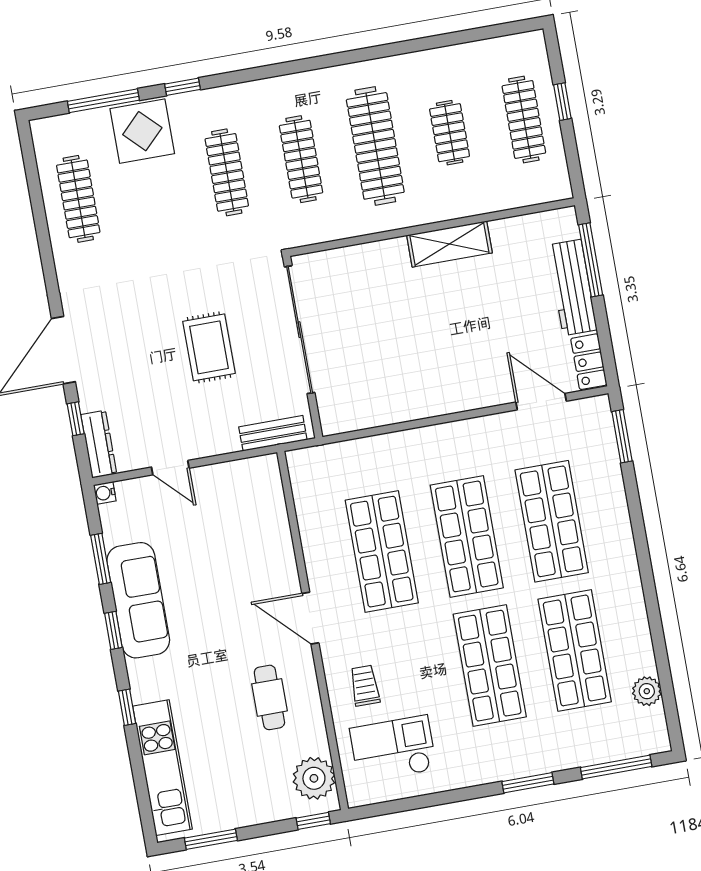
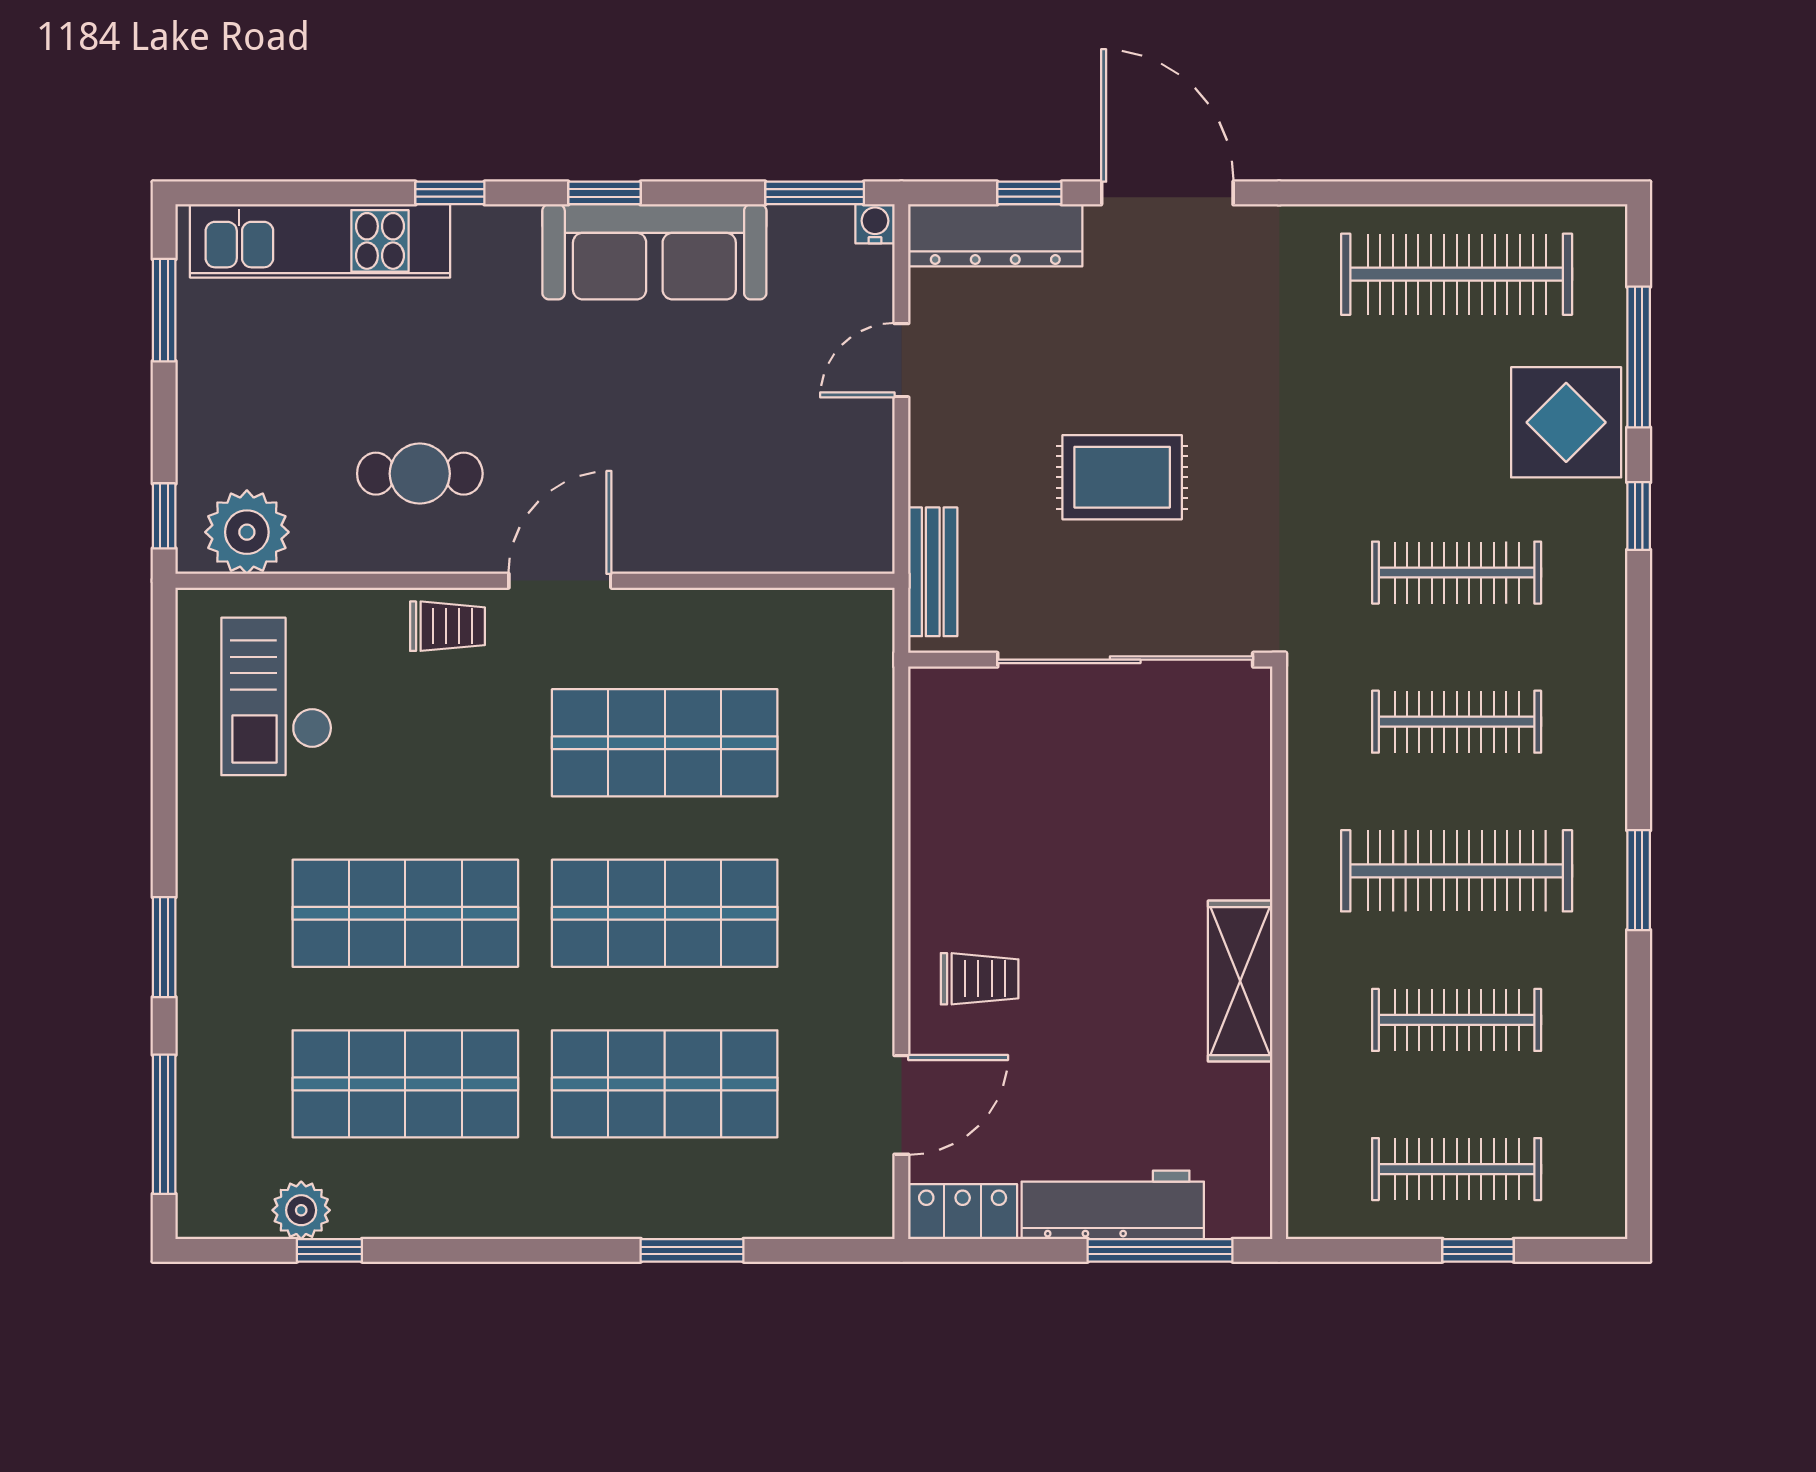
window: (364, 54) -> (1639, 880), added
clothes rail: (450, 133) -> (1457, 1020), width x1.36
clothes rail: (78, 199) -> (1457, 274), width x1.37, depth x1.31
trolley: (471, 374) -> (980, 979), added
window: (622, 436) -> (692, 1250), moved
dresser: (99, 444) -> (995, 235), width x1.37, depth x1.24
window: (101, 559) -> (815, 193), moved
window: (664, 673) -> (329, 1250), added
trolley: (365, 686) -> (448, 626), moved
checkout: (393, 749) -> (277, 696), turned 180

